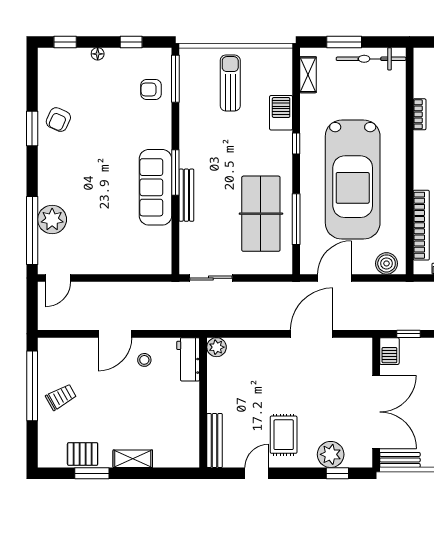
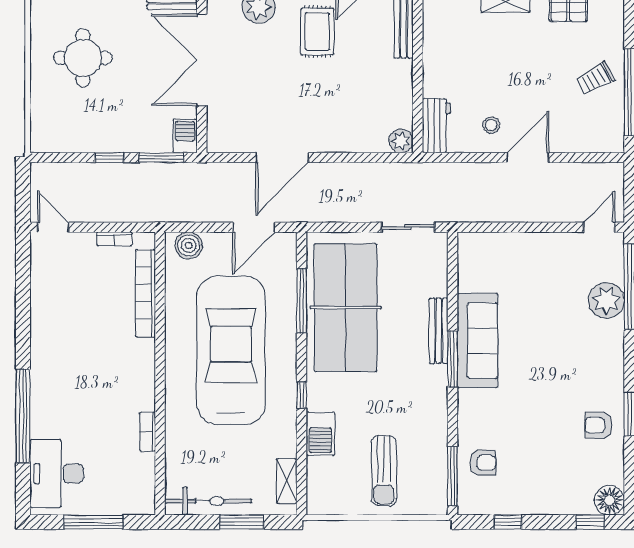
floor lamp: (98, 54) -> (609, 500), moved, width x1.89, depth x1.89
armchair: (58, 120) -> (599, 425), turned -114
table tennis table: (261, 214) -> (346, 308), width x1.36, depth x1.32
window: (408, 334) -> (161, 158), width x1.50

